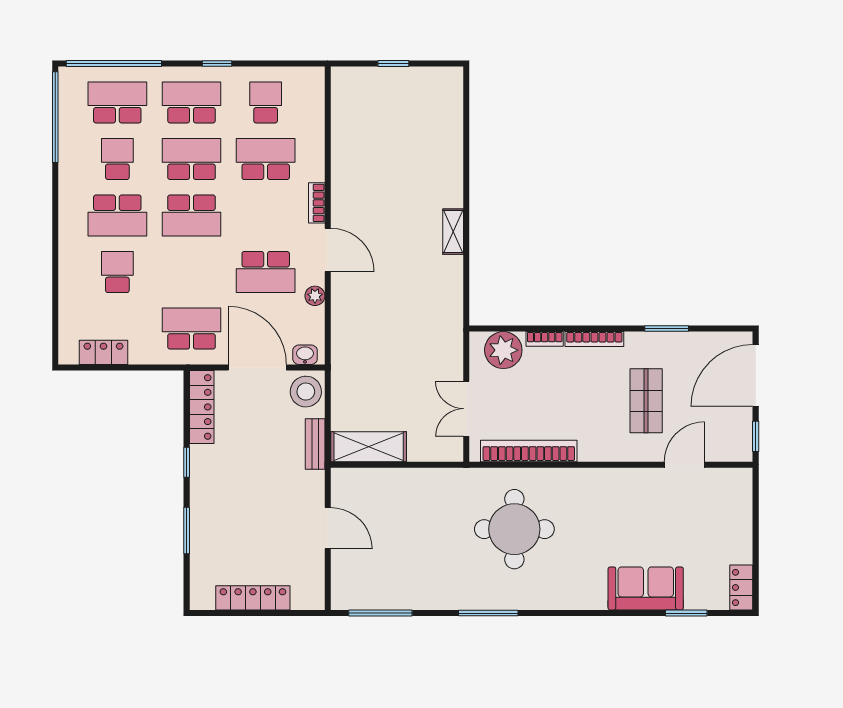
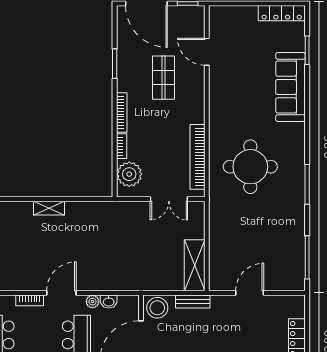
washbasin: (305, 355) -> (109, 302), moved, turned -90
shop shelf: (646, 401) -> (164, 78), turned 90
locker: (741, 587) -> (282, 13), width x1.53
sofa: (646, 588) -> (290, 87), width x1.36

